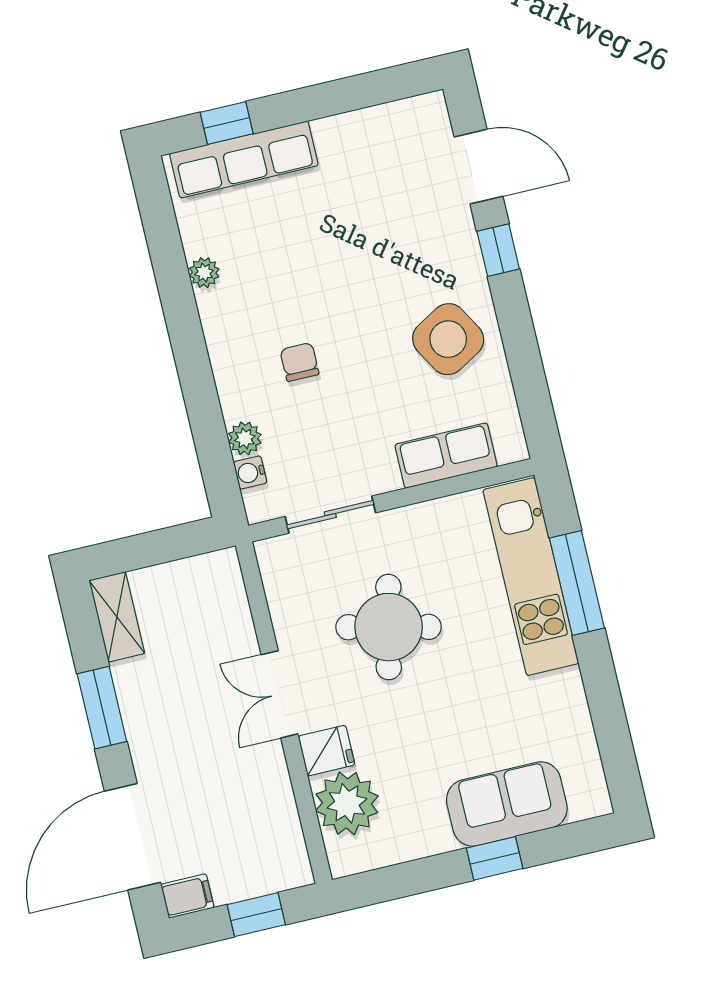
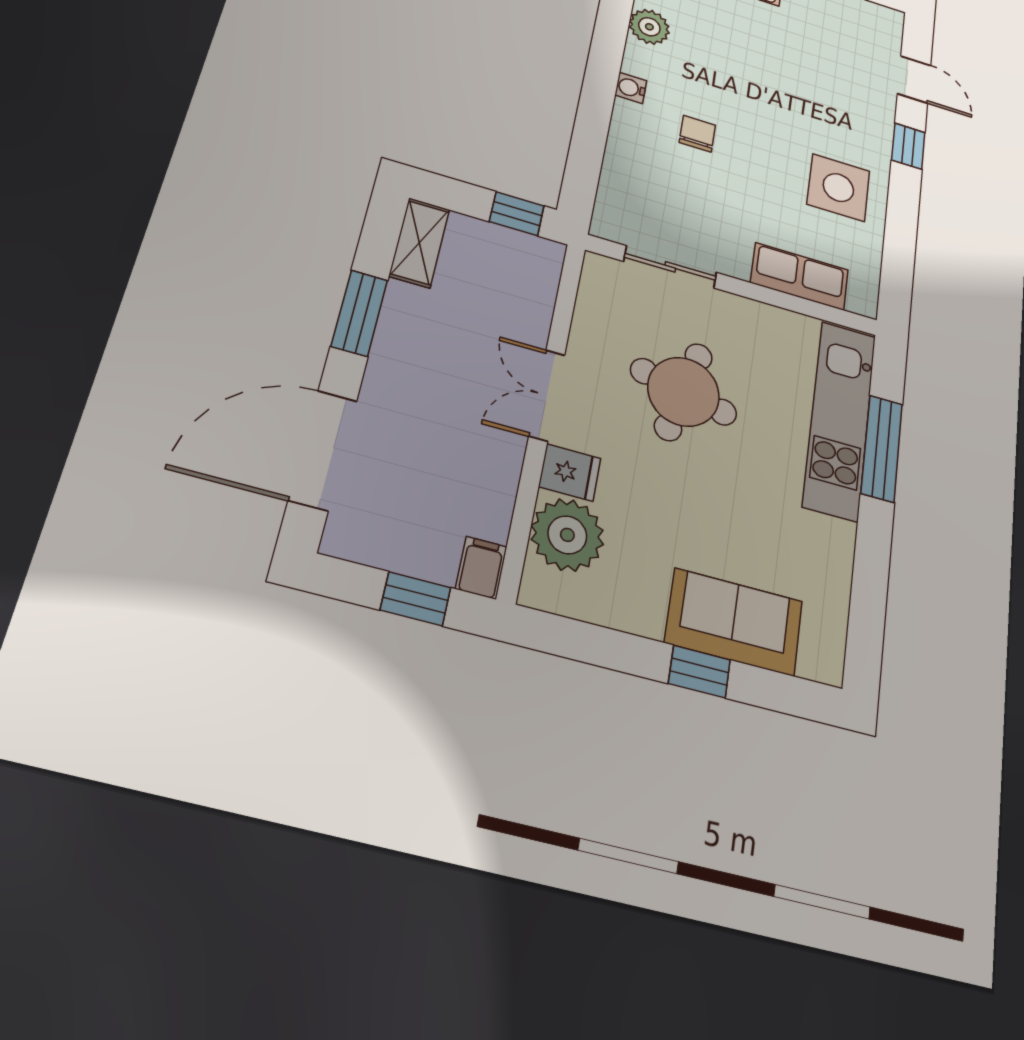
door: (478, 167) -> (914, 79), width x0.73
plant: (204, 273) -> (649, 27), width x1.38, depth x1.38
side table: (448, 339) -> (838, 188), turned 30
plant: (245, 438) -> (619, 164), removed
water cooler: (250, 472) -> (631, 88), moved
window: (181, 541) -> (517, 214), added
filing cabinet: (187, 896) -> (481, 568), moved, turned -90

